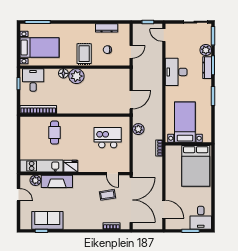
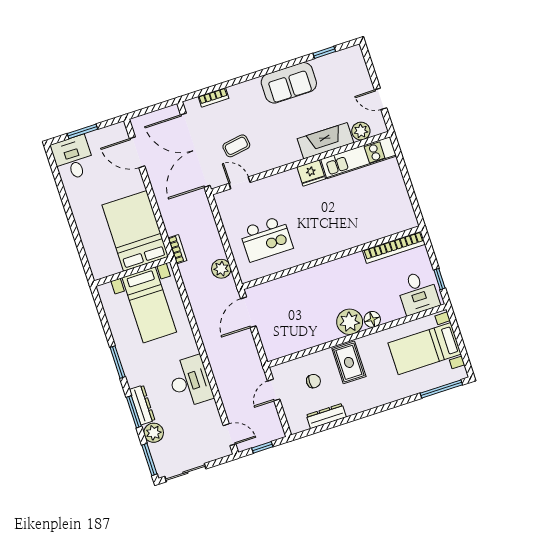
cafe table: (55, 133) -> (355, 219), removed
bed: (196, 166) -> (135, 231), moved
sofa: (47, 220) -> (289, 83), moved

